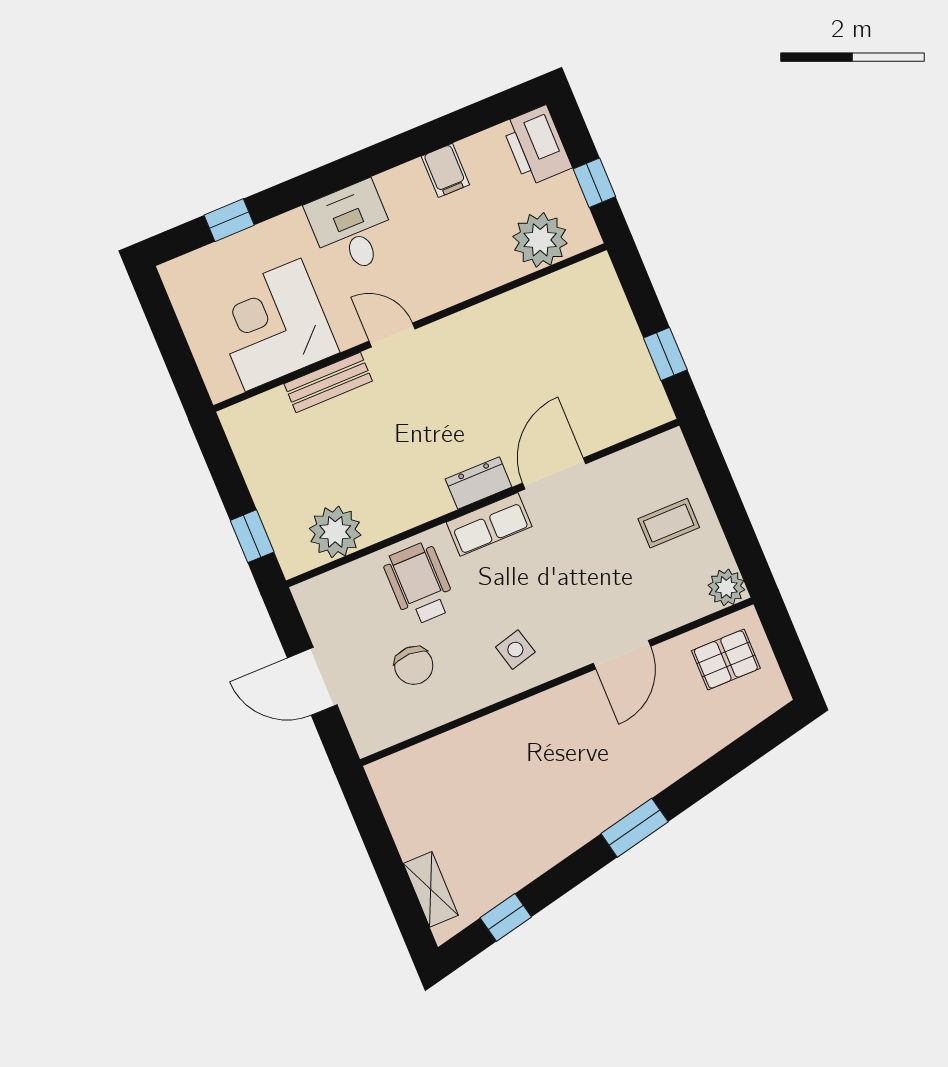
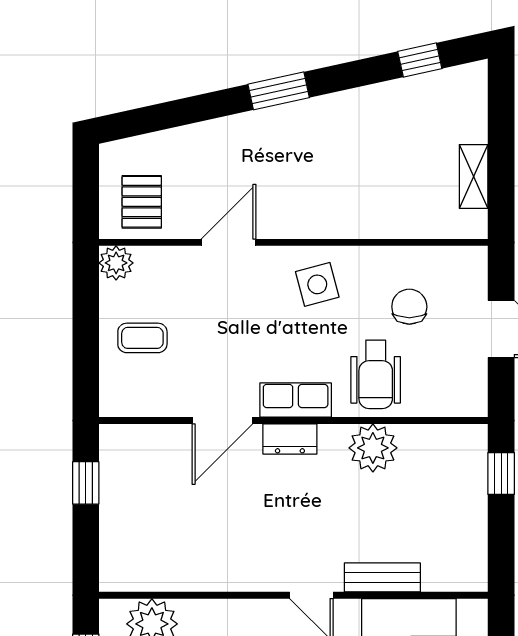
plant: (335, 532) -> (373, 448), moved
side table: (515, 650) -> (317, 284), width x1.37, depth x1.37
pallet: (726, 659) -> (142, 202), turned 90
shelving: (431, 889) -> (474, 176), moved

